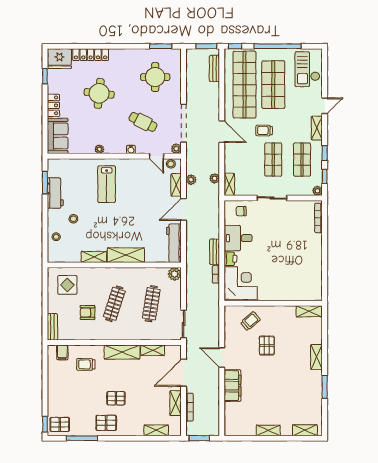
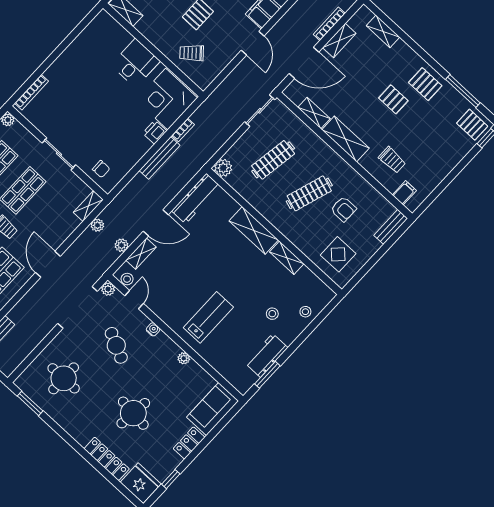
desk: (238, 238) -> (135, 63), moved, turned -90
bench: (215, 252) -> (160, 158), width x1.36

